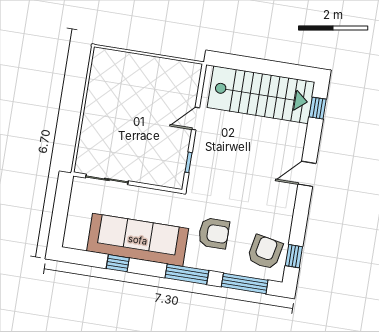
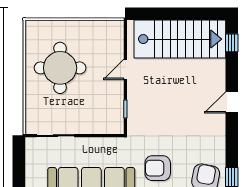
round table: (124, 105) -> (60, 68), added
armchair: (214, 233) -> (158, 168), turned 180

